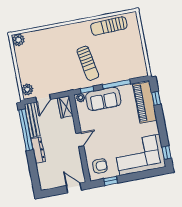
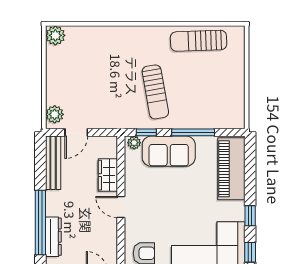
window: (156, 98) -> (250, 216), moved
wardrobe: (65, 107) -> (108, 175), moved
window: (26, 130) -> (40, 223), moved
door: (80, 140) -> (121, 207), swing flipped
dresser: (38, 150) -> (53, 237), moved

